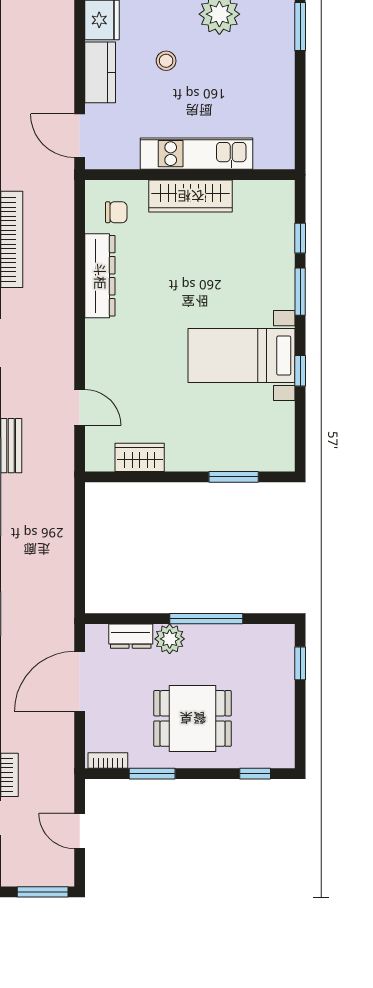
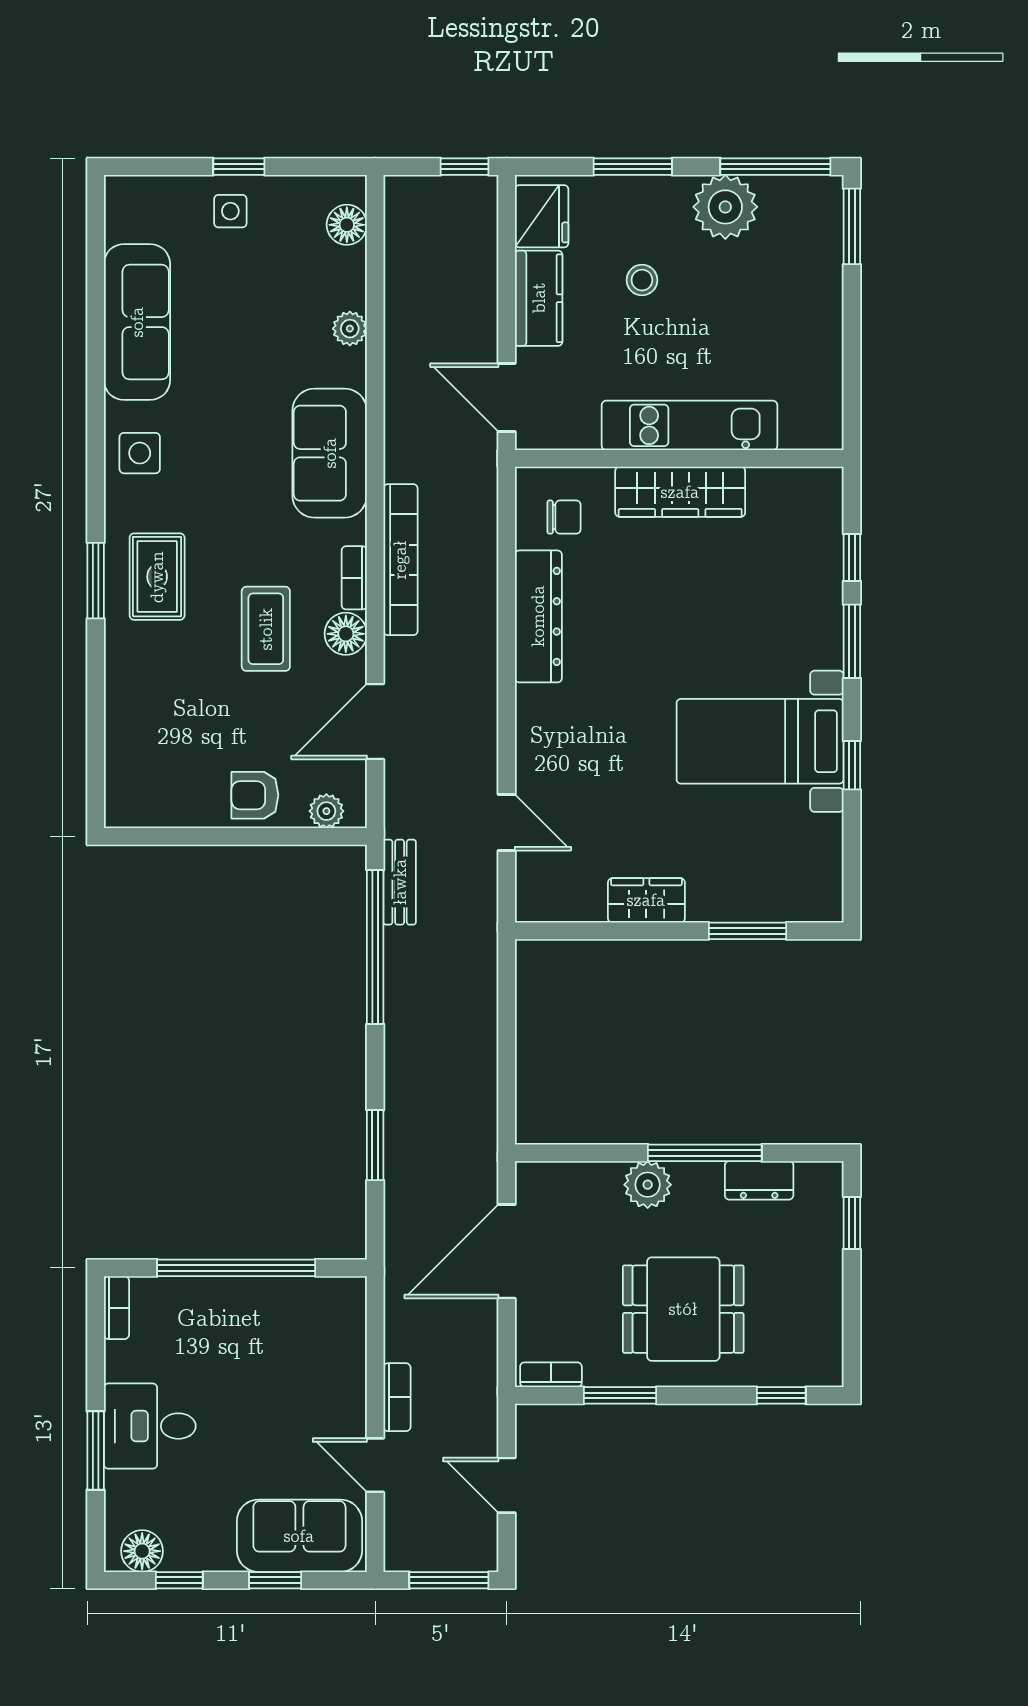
wardrobe: (140, 457) -> (646, 900), moved
dresser: (131, 636) -> (759, 1180), moved

